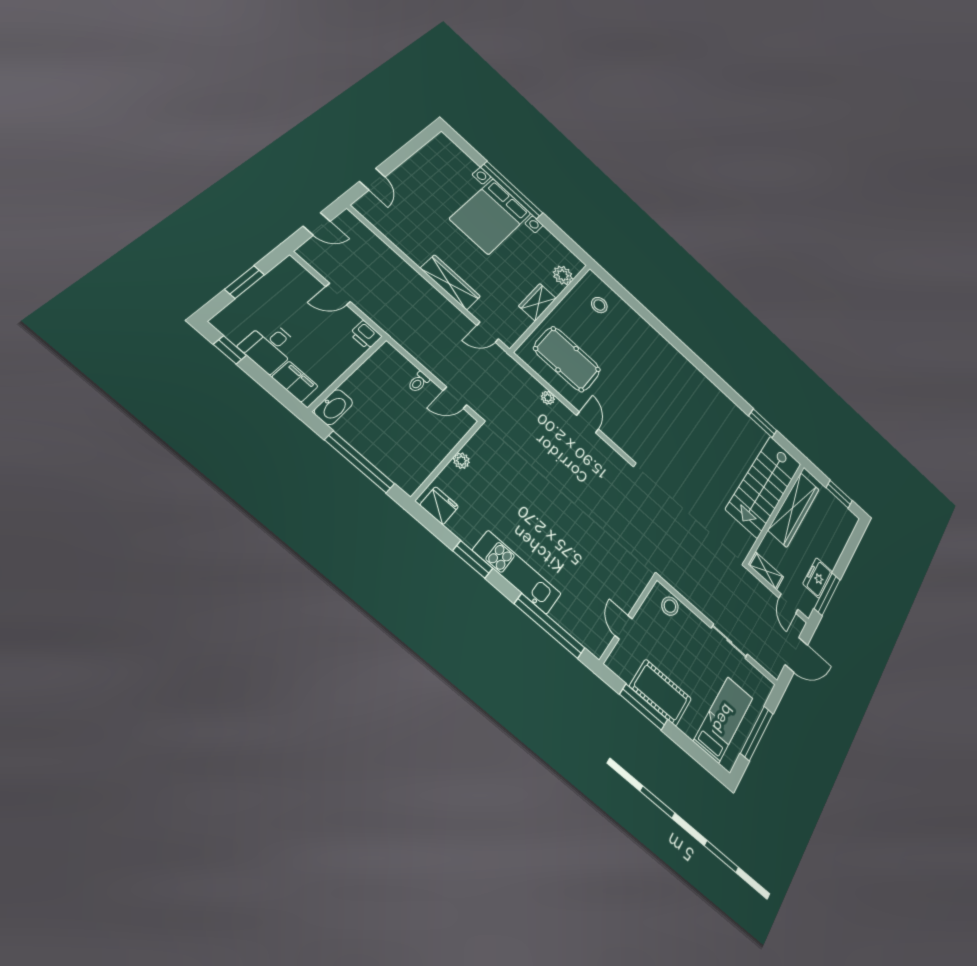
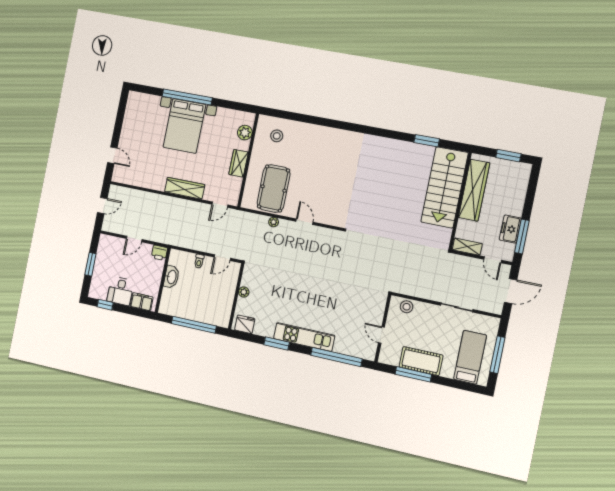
pool table: (567, 359) -> (274, 189), turned 90
washbasin: (334, 407) -> (171, 277), moved

